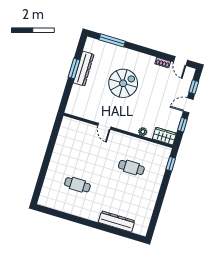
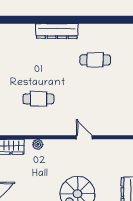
dresser: (117, 221) -> (57, 31), moved

